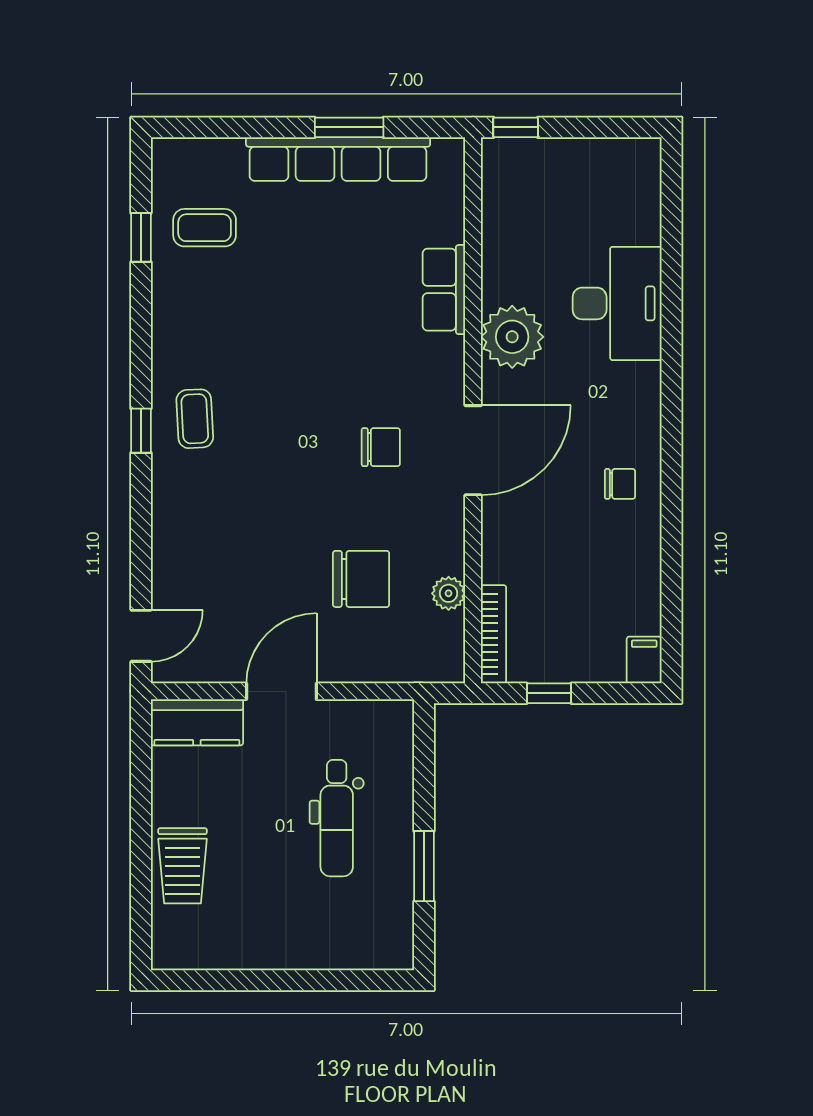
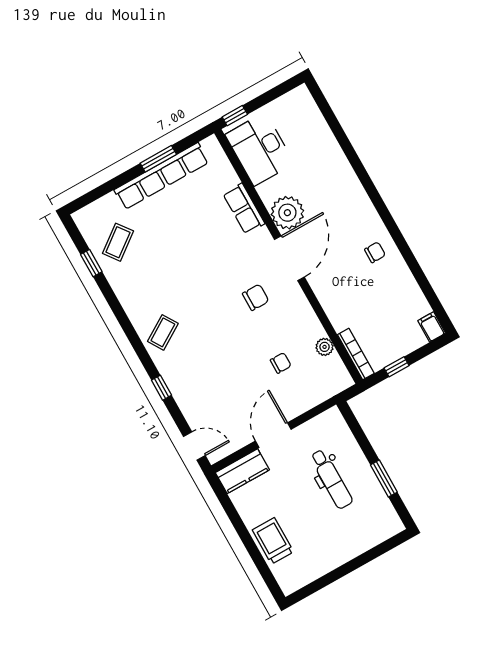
coffee table: (205, 228) -> (118, 242), turned -37
desk: (617, 303) -> (260, 149), moved, turned 180
coffee table: (195, 419) -> (163, 332), turned 61
window: (141, 431) -> (161, 388), moved
door: (473, 450) -> (289, 258), moved
chair: (361, 579) -> (281, 363), width x0.54, depth x0.54
door: (141, 636) -> (194, 446), hinge flipped
trolley: (183, 866) -> (273, 541), turned 180

